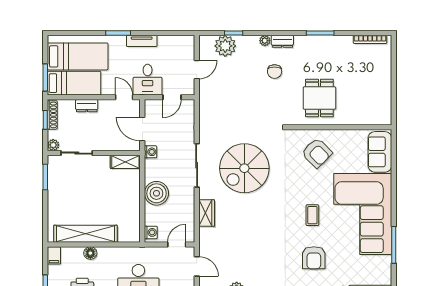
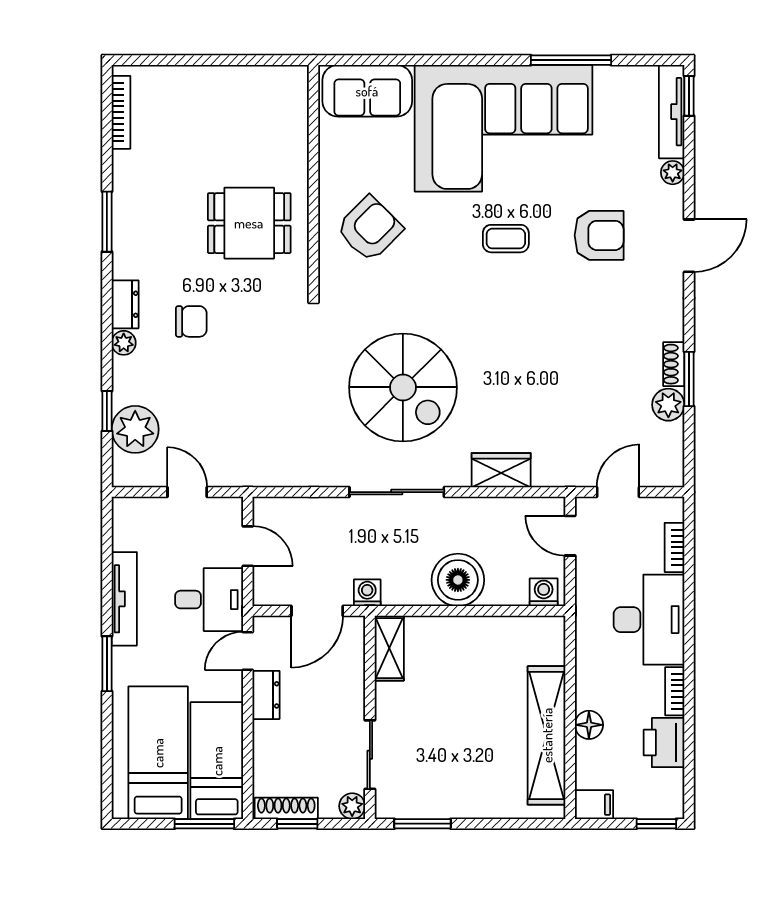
tv unit: (142, 41) -> (124, 599), width x1.41
dresser: (87, 106) -> (266, 695), moved

